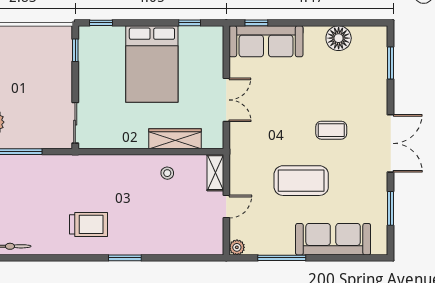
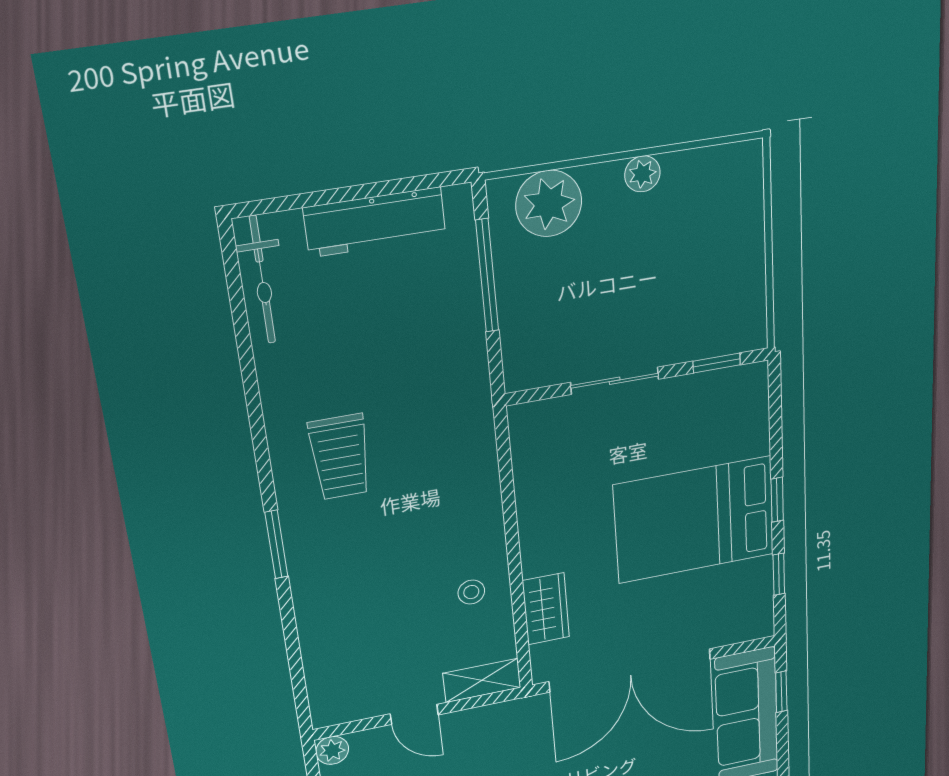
window: (101, 23) -> (777, 500), moved
double door: (226, 100) -> (630, 670), width x1.87
sliding door: (75, 123) -> (615, 381), moved
wardrobe: (175, 139) -> (546, 609), width x0.67

